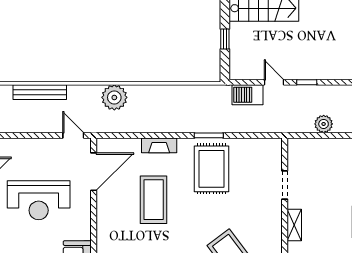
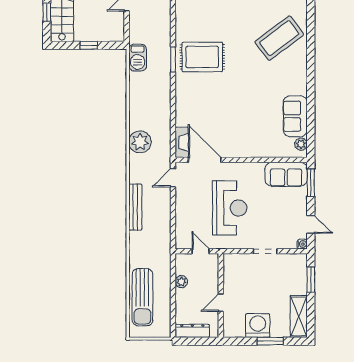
barbecue: (247, 95) -> (138, 58), moved
fireplace: (159, 145) -> (182, 142), moved
coffee table: (154, 200) -> (229, 108), removed

